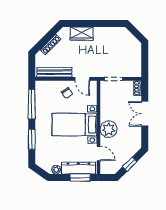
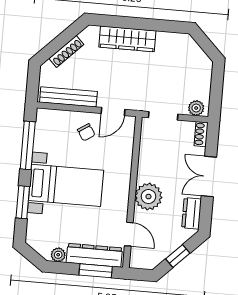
wardrobe: (82, 34) -> (127, 39), width x1.50
plant: (133, 72) -> (196, 108), added
door: (82, 79) -> (113, 111), hinge flipped
bed with nightstands: (75, 125) -> (66, 185), moved, turned 180
dresser: (136, 137) -> (192, 213), added

